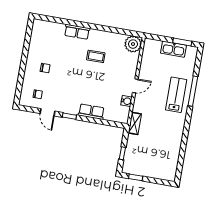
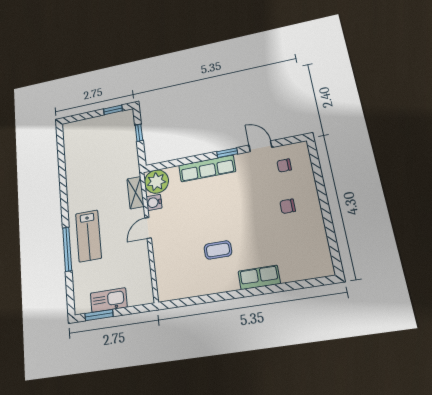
plant: (133, 44) -> (156, 182), moved
row of seats: (91, 112) -> (207, 168), width x1.48
shelving: (135, 123) -> (135, 193), moved

